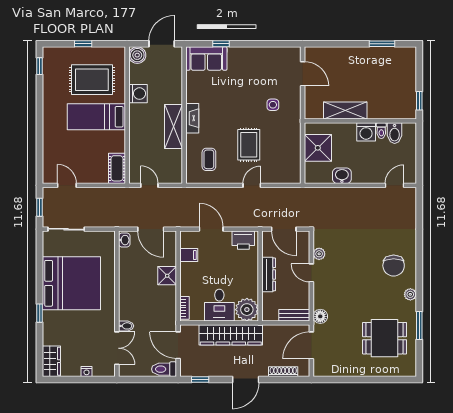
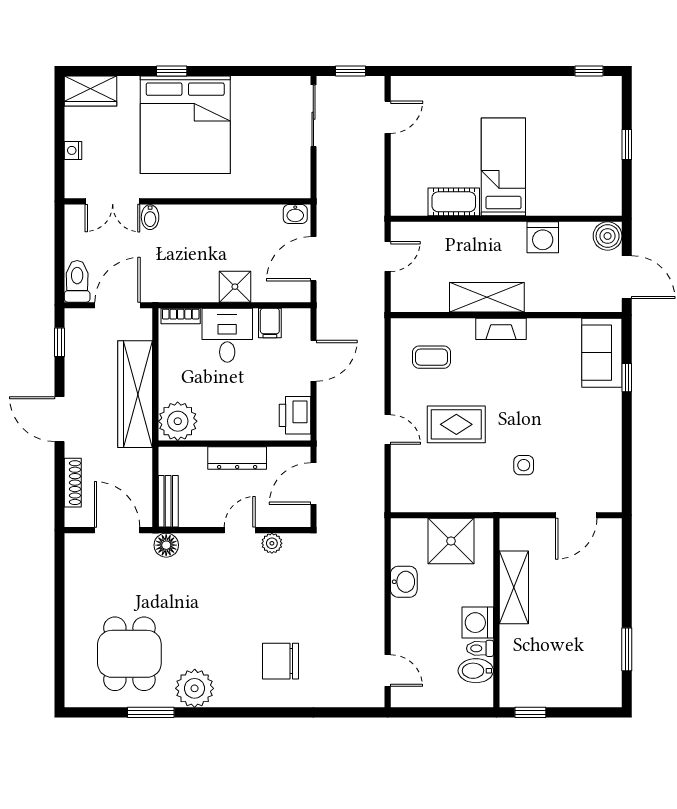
rug: (92, 80) -> (566, 159), removed
cot: (117, 168) -> (454, 202), moved
chair: (394, 266) -> (280, 661), moved
bed: (71, 283) -> (185, 125), moved
plant: (410, 294) -> (195, 688), width x1.88, depth x1.88
desk: (219, 305) -> (227, 335), moved, turned 90

